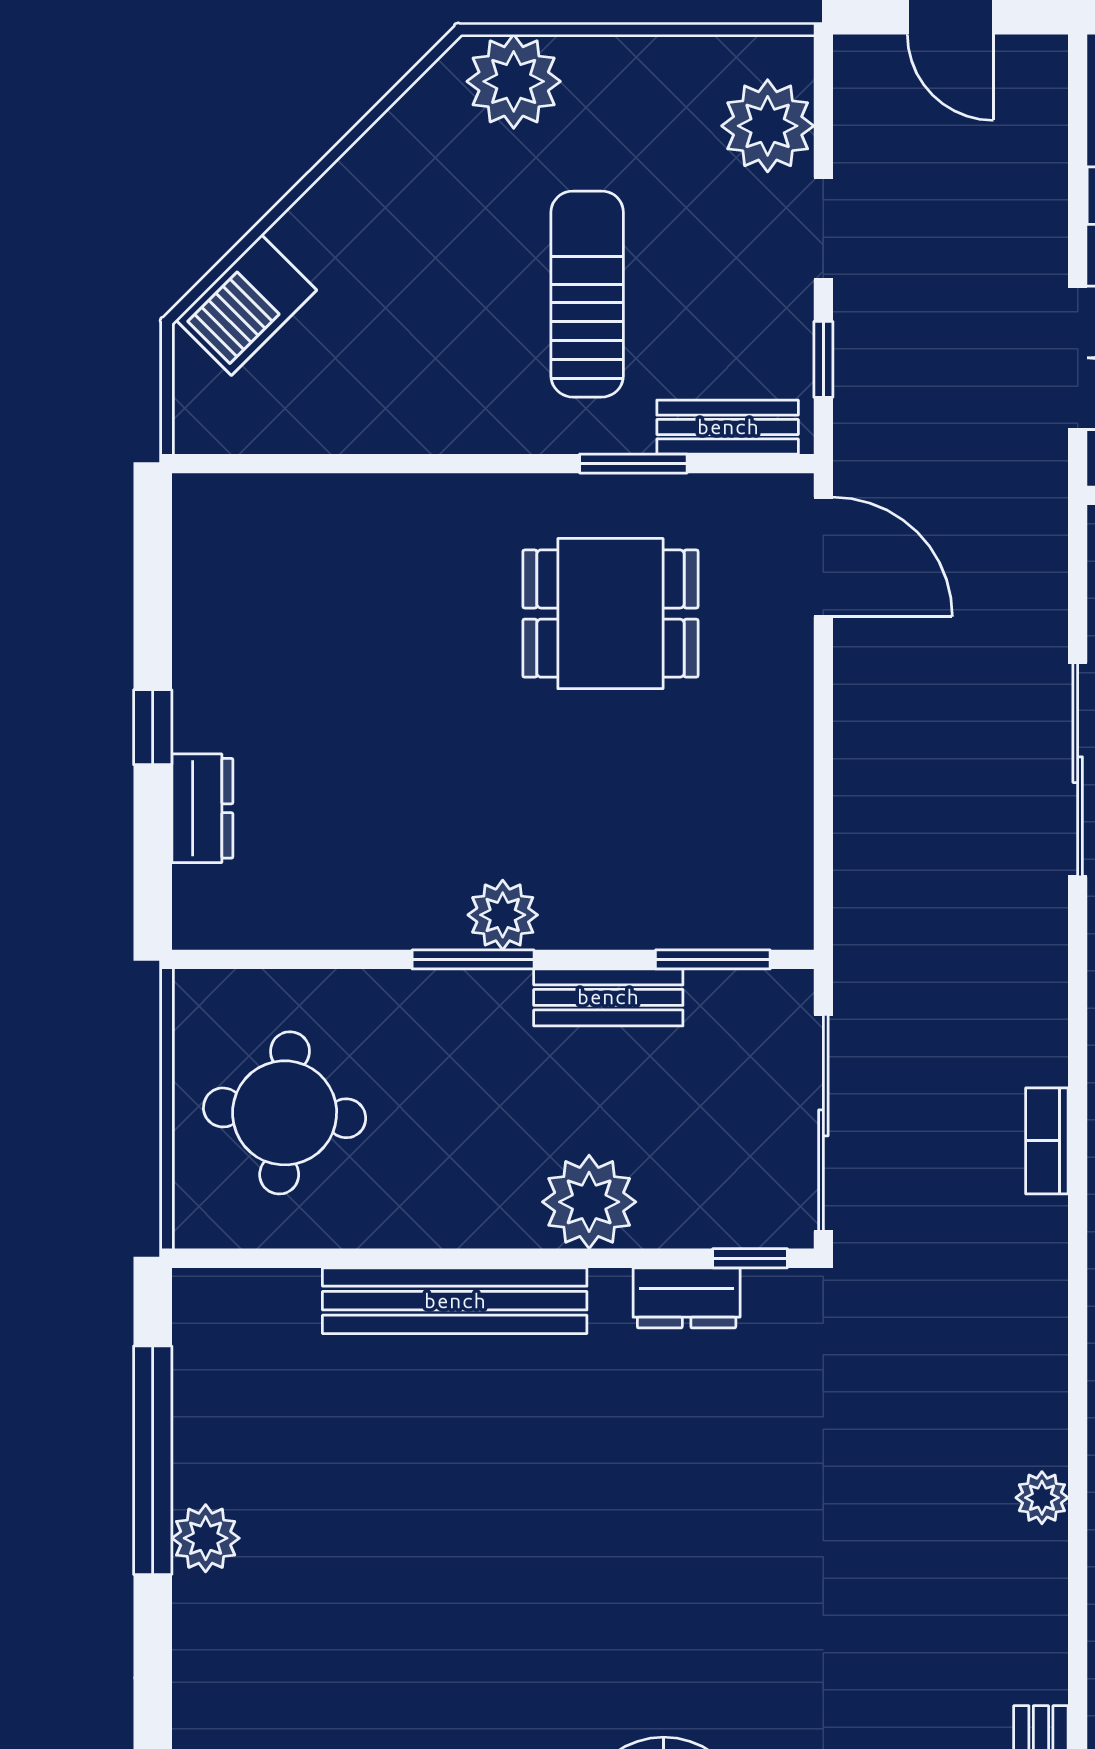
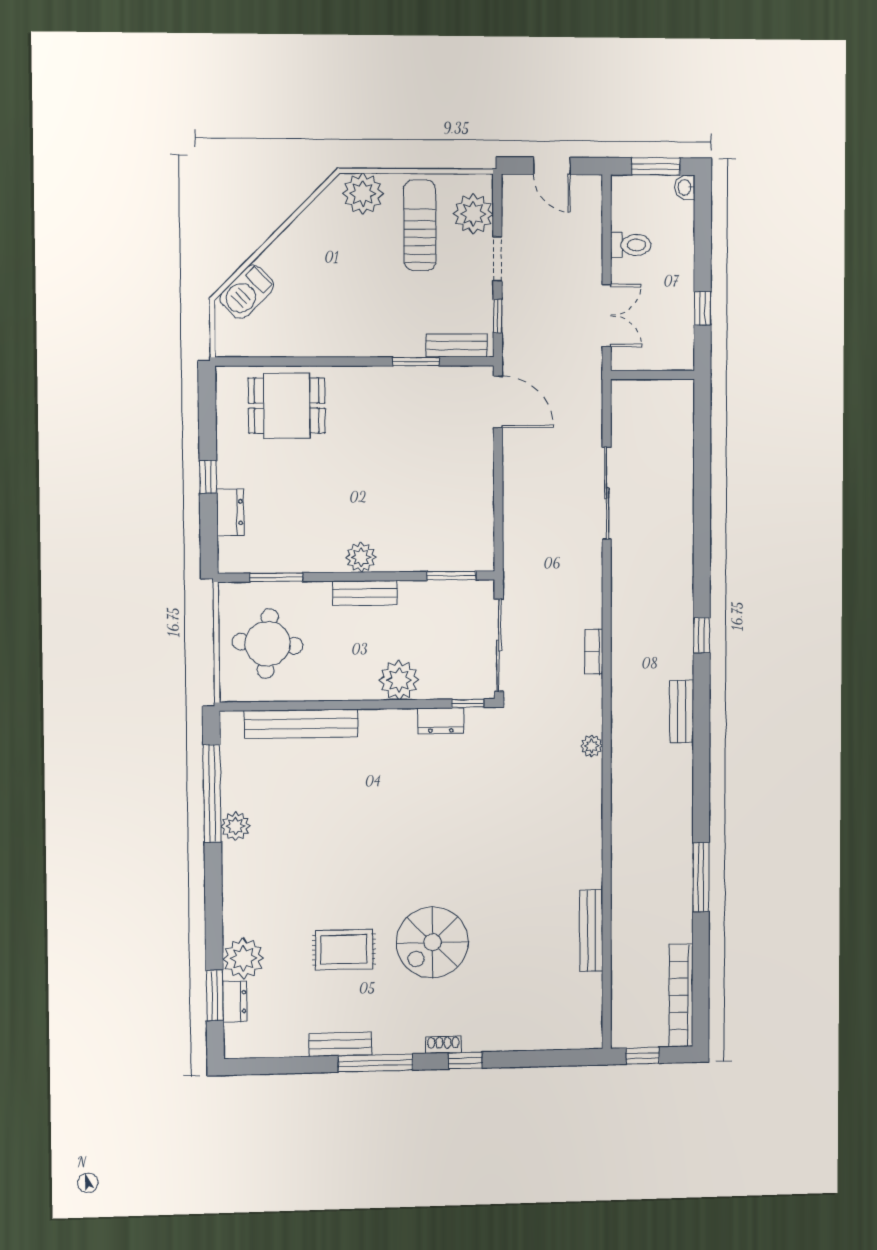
sun lounger: (587, 294) -> (420, 225), moved
dining table: (610, 614) -> (287, 406), moved
window: (473, 959) -> (276, 577), moved
bench: (608, 997) -> (365, 593), moved
bench: (455, 1301) -> (301, 724), moved
plant: (1042, 1498) -> (592, 746), moved

